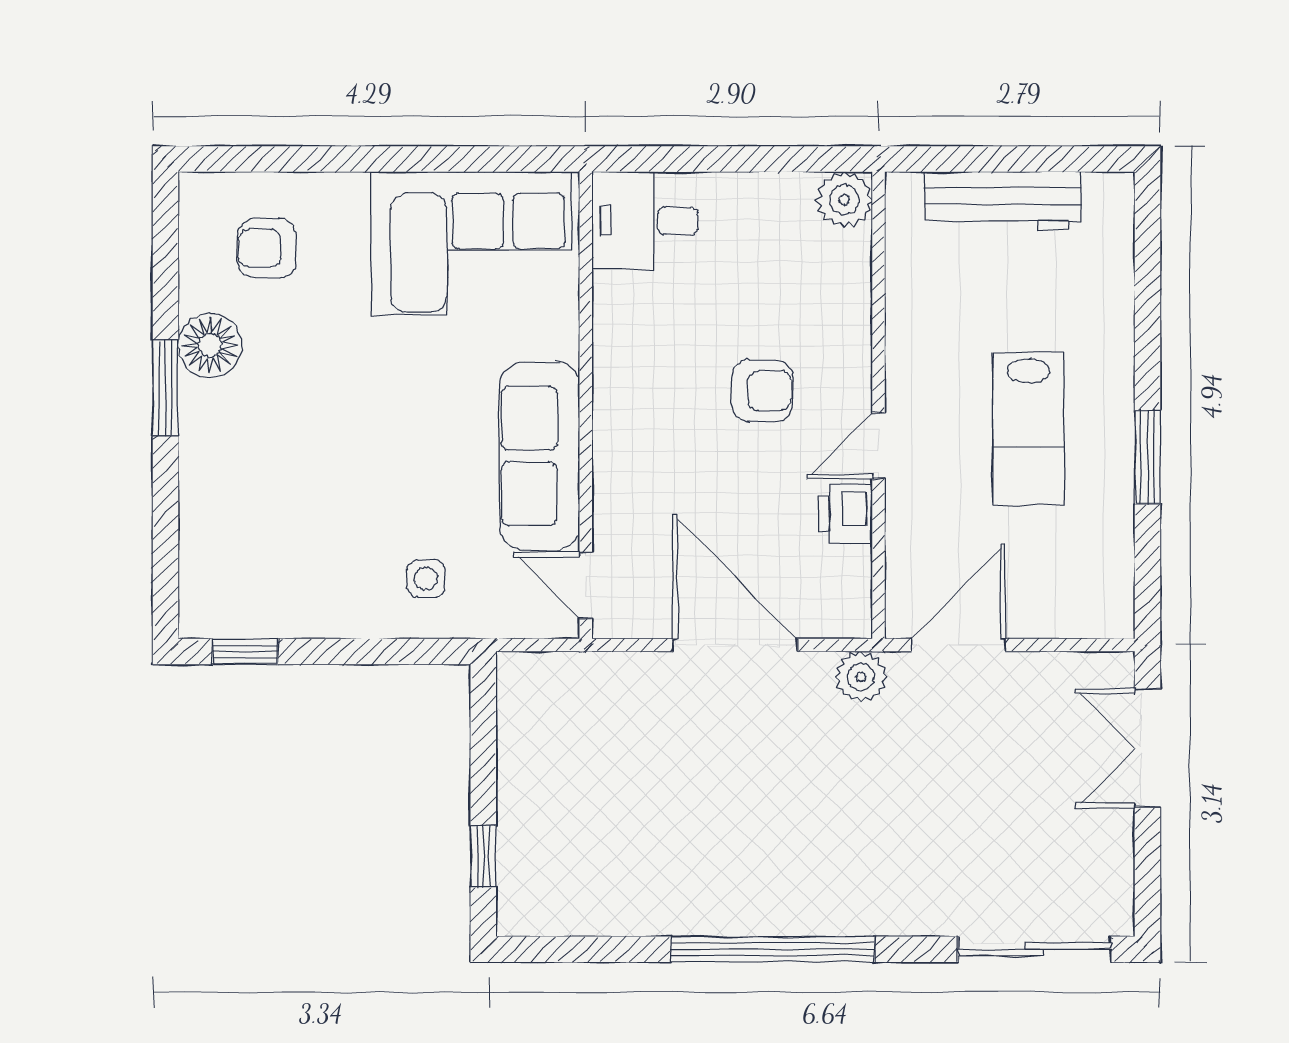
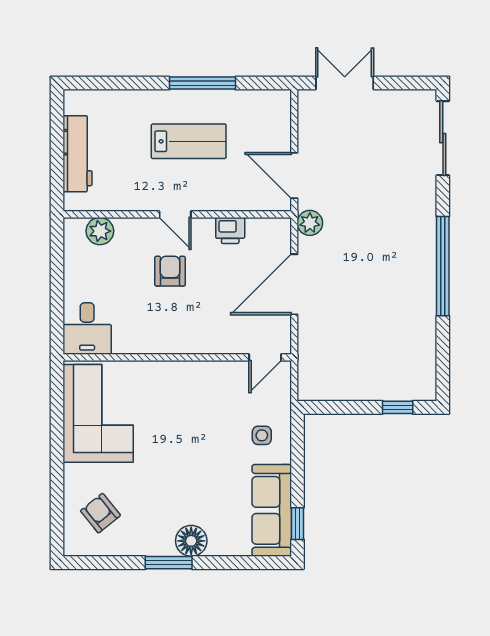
plant: (844, 200) -> (100, 231), moved
armchair: (267, 248) -> (100, 513), turned 141
floor lamp: (210, 345) -> (191, 541), moved
door: (878, 446) -> (175, 214), moved
sofa: (540, 456) -> (272, 510), moved, turned 90
window: (1147, 457) -> (202, 83), width x1.44
double door: (1147, 748) -> (345, 83), swing flipped

